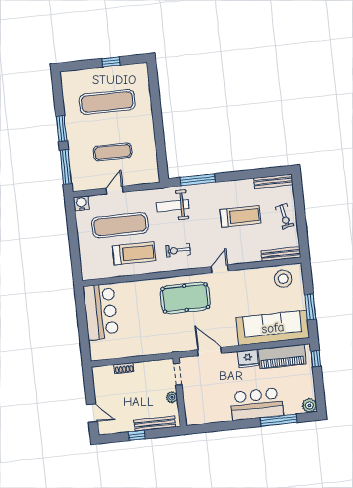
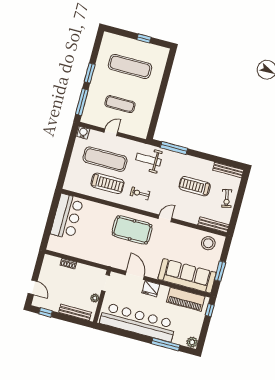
treadmill: (240, 216) -> (195, 186), turned 180
fridge: (248, 359) -> (151, 289), moved
bar counter: (257, 404) -> (138, 322), width x1.86
window: (137, 435) -> (46, 312), moved

